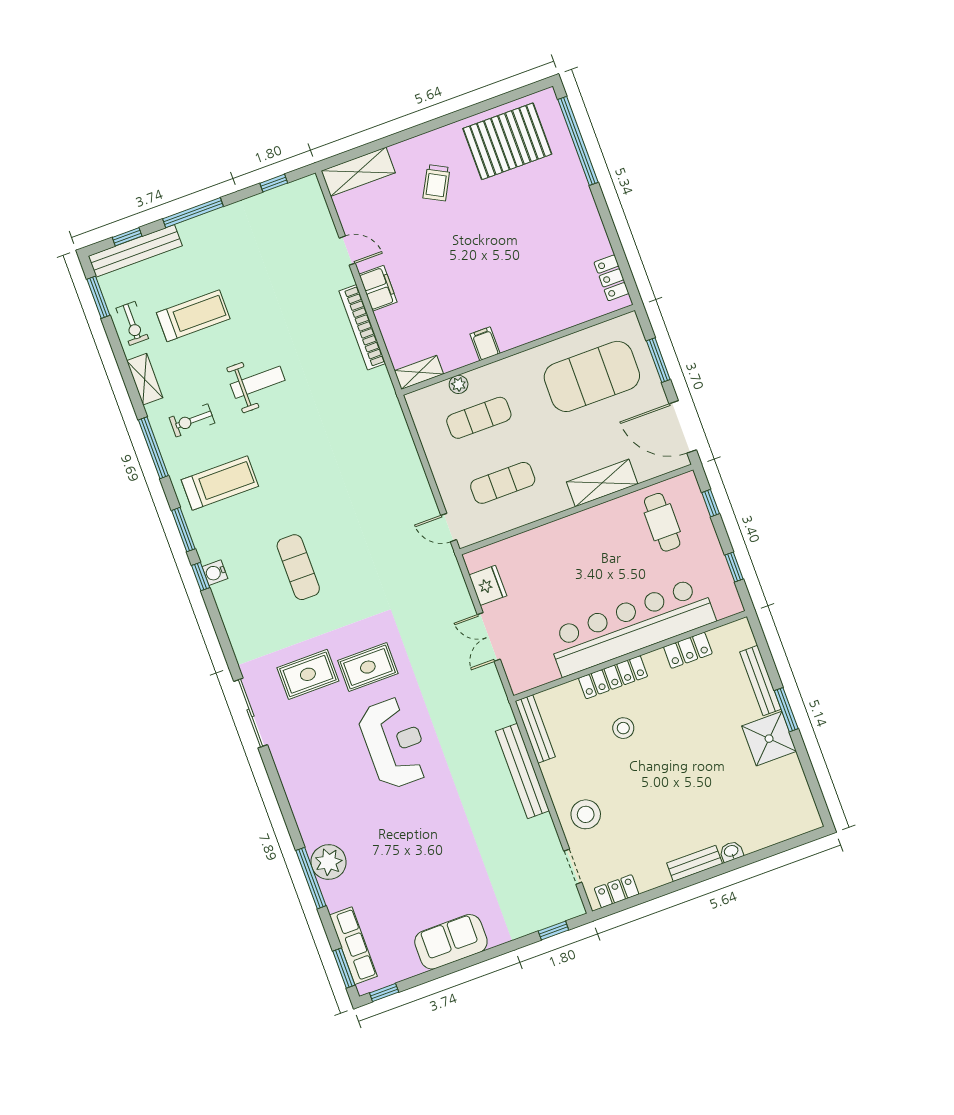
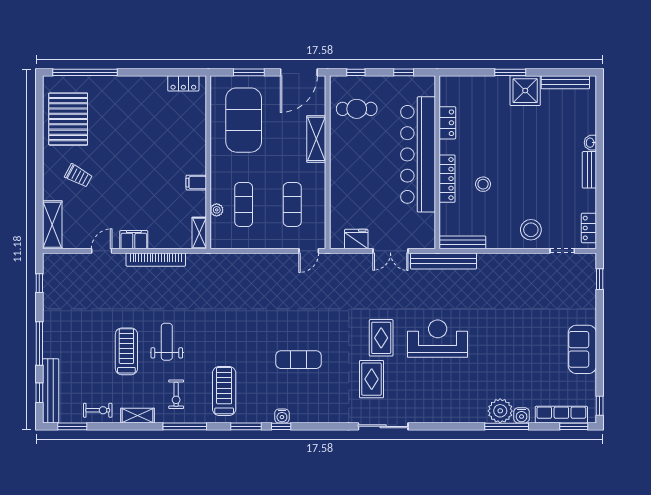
treadmill: (193, 316) -> (126, 351), moved
bench: (760, 681) -> (565, 82), moved
bench: (522, 771) -> (444, 261), moved
water cooler: (333, 893) -> (522, 415), added

